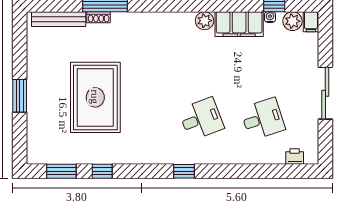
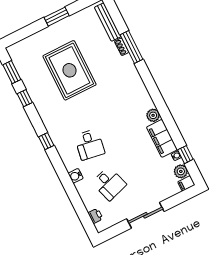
window: (20, 96) -> (57, 17), moved
rug: (95, 97) -> (69, 70), turned 90
desk: (201, 119) -> (90, 144), turned 30
water cooler: (232, 156) -> (76, 176), added
window: (184, 171) -> (46, 141), moved

